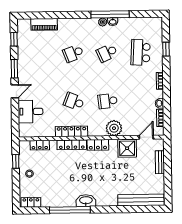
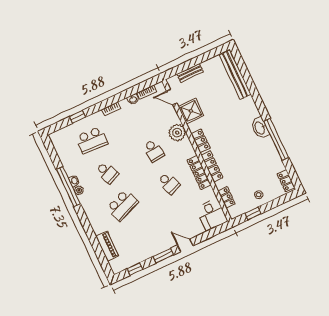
school desk: (73, 53) -> (122, 205), width x1.85
school desk: (74, 101) -> (169, 183), turned -42
desk: (30, 111) -> (212, 215), moved

